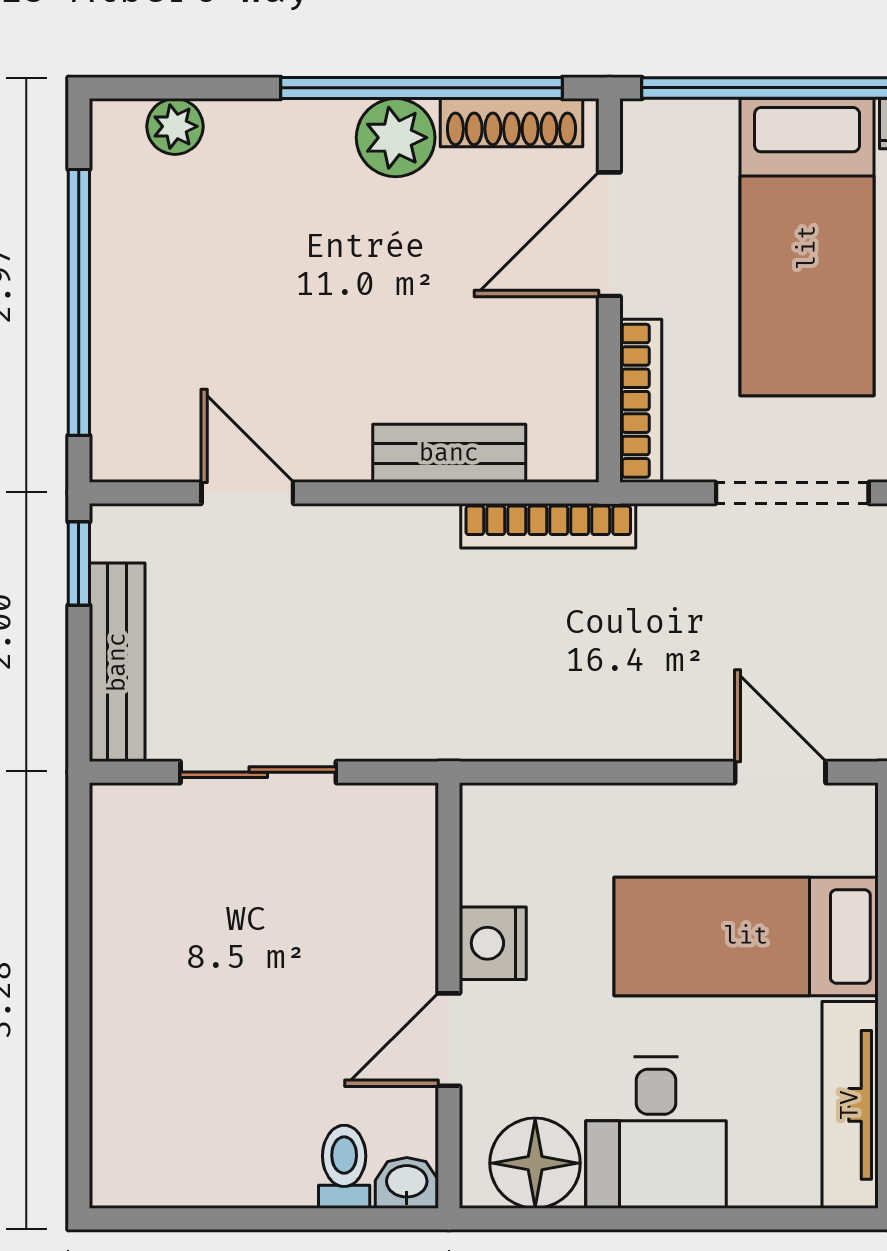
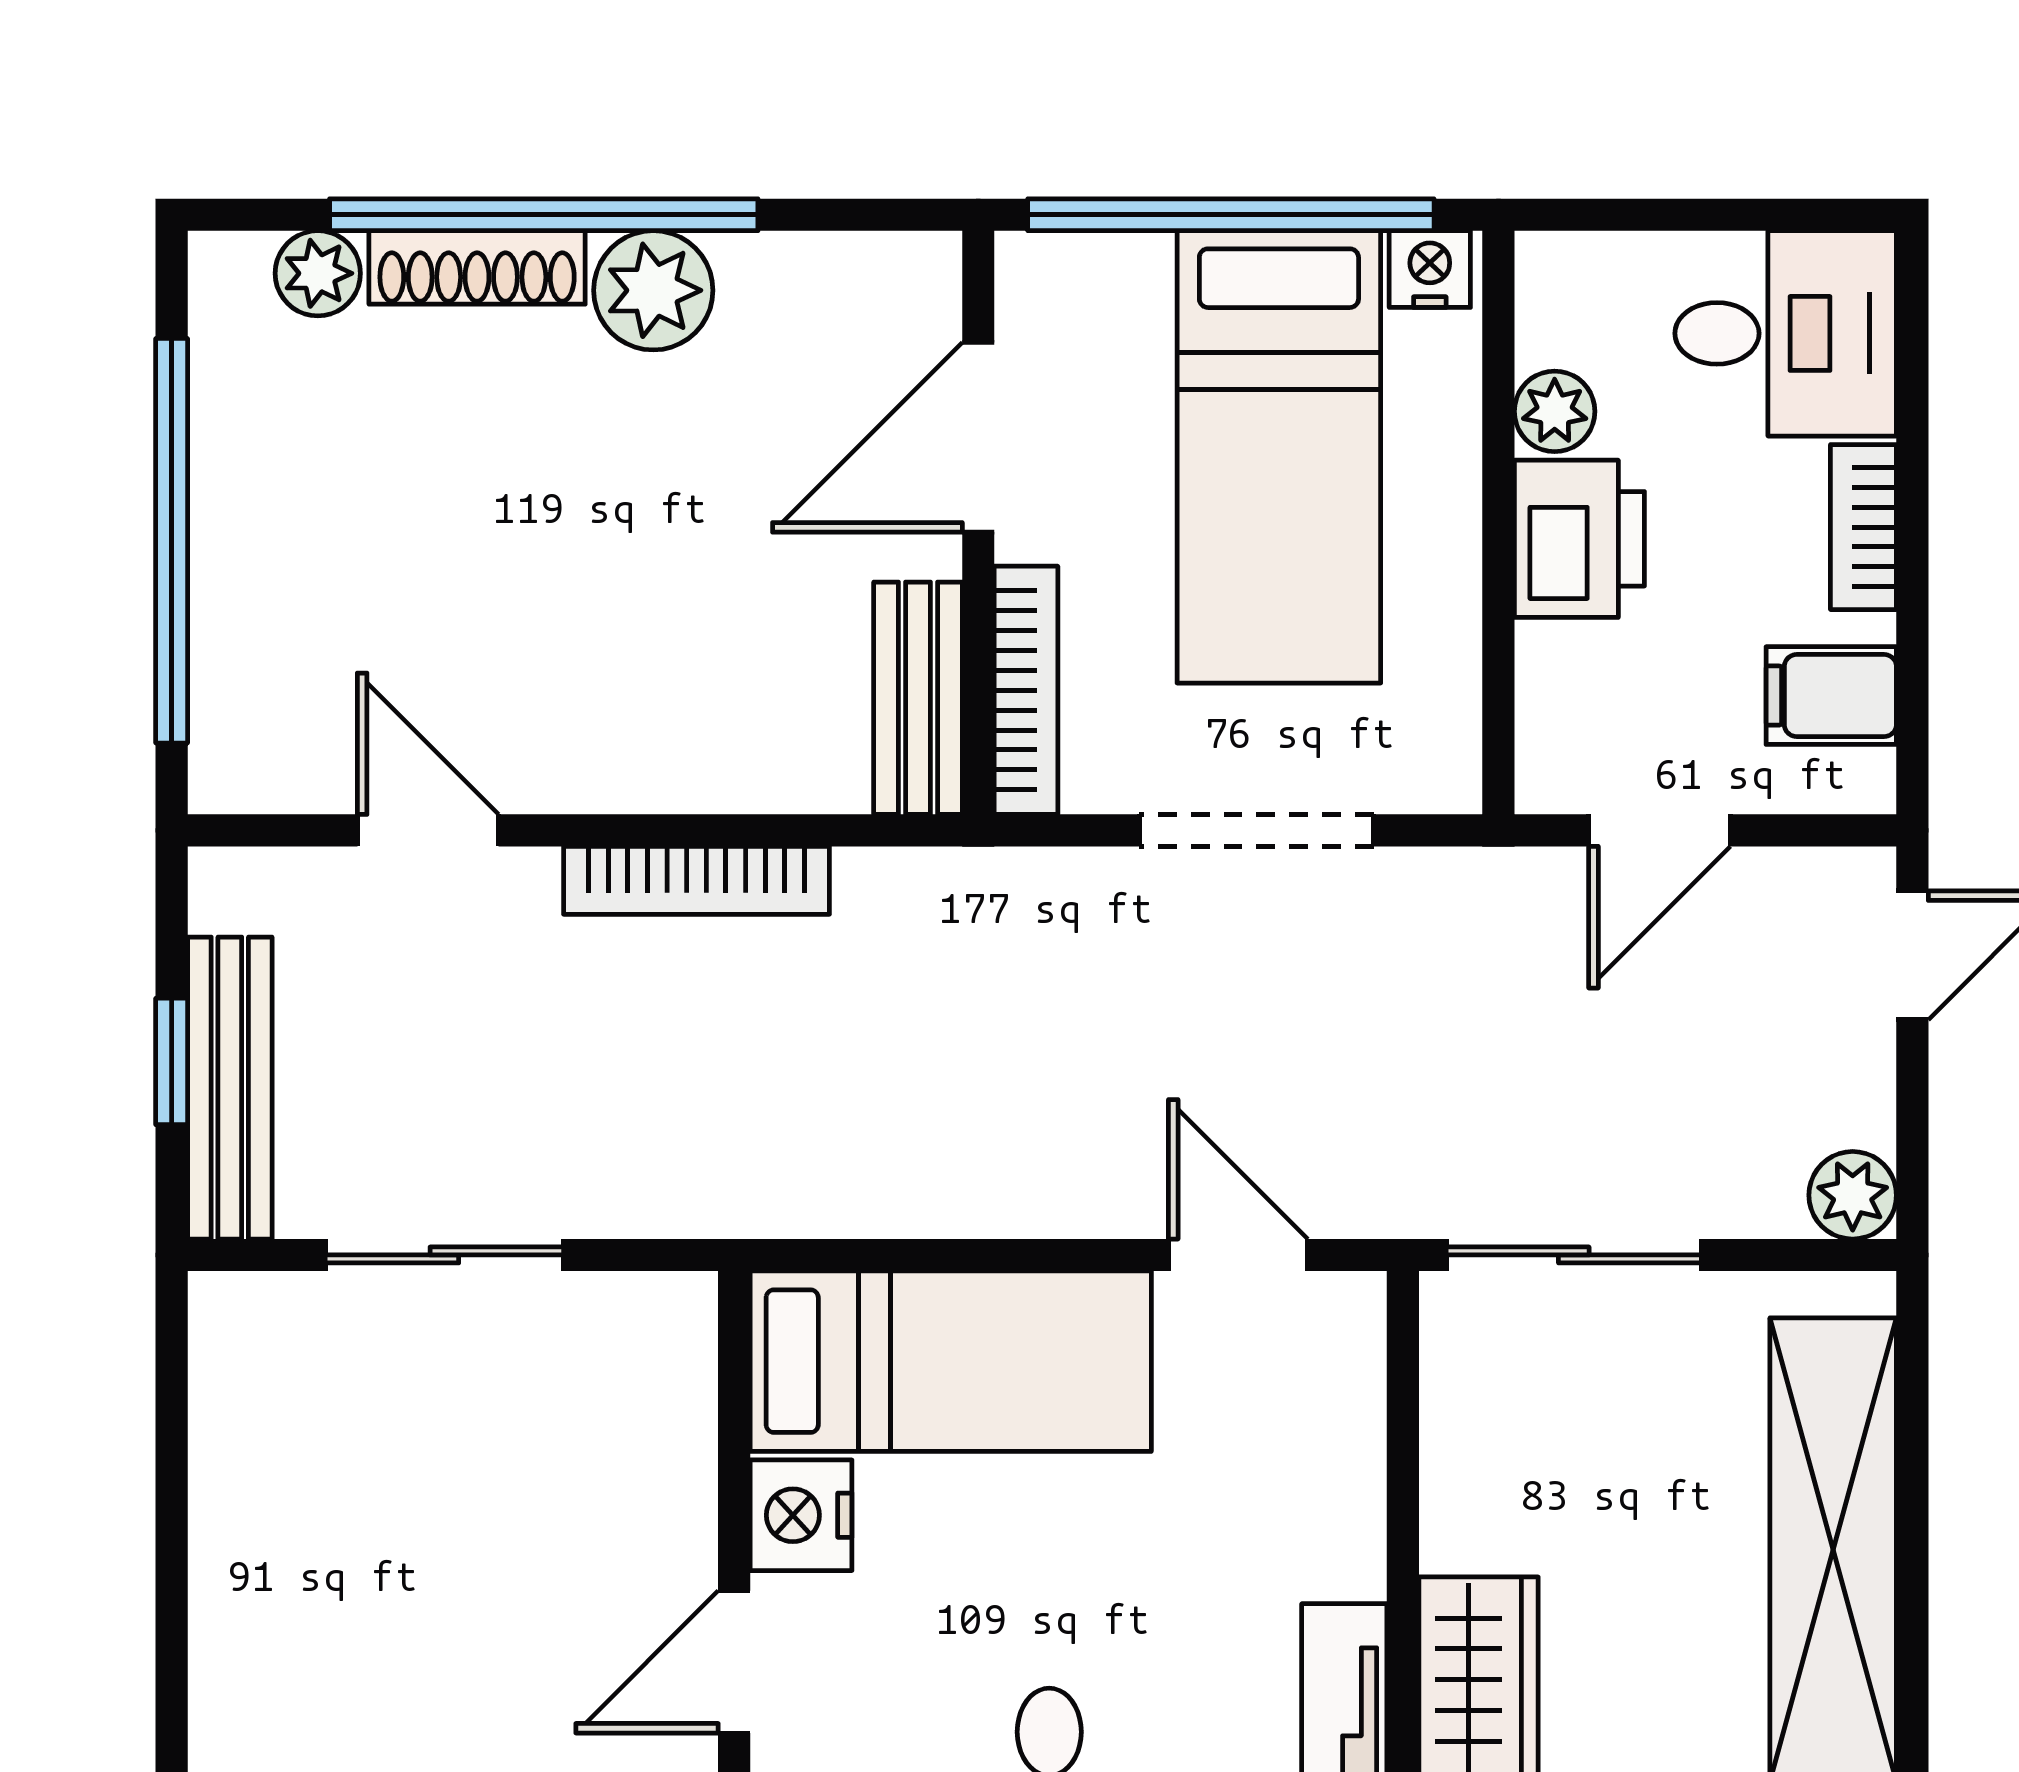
window: (421, 88) -> (544, 215), moved
shoe rack: (512, 123) -> (477, 267), moved
bench: (449, 453) -> (918, 698), moved, turned 90
bookcase: (548, 526) -> (697, 880), moved
window: (79, 564) -> (172, 1061), moved
bed: (746, 936) -> (951, 1361), moved, turned 180

